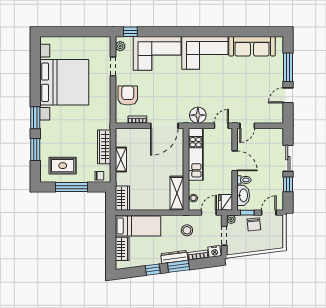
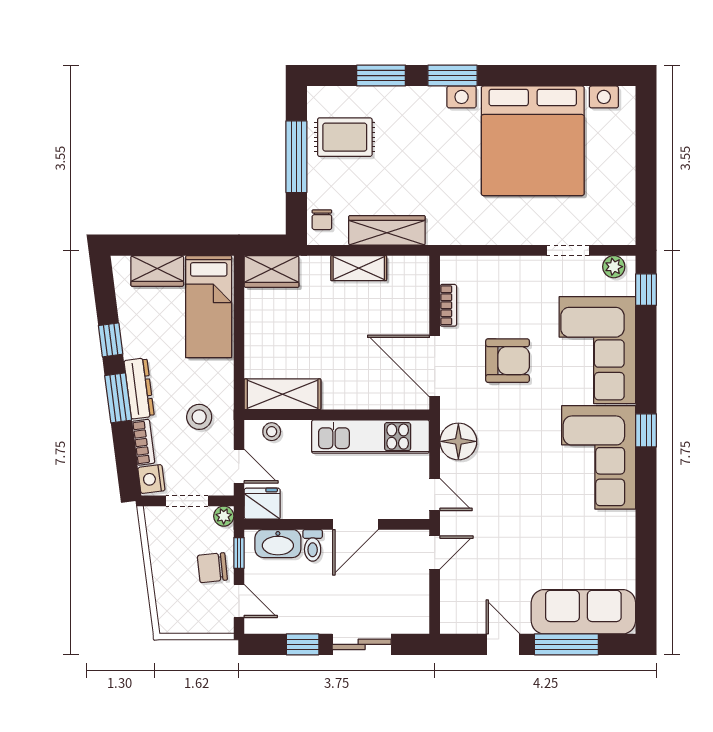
window: (193, 32) -> (646, 430), added
sofa: (252, 46) -> (583, 612), moved, turned 90
armchair: (128, 95) -> (508, 361), moved
door: (247, 126) -> (435, 553), swing flipped
rug: (63, 166) -> (345, 137), turned 90

